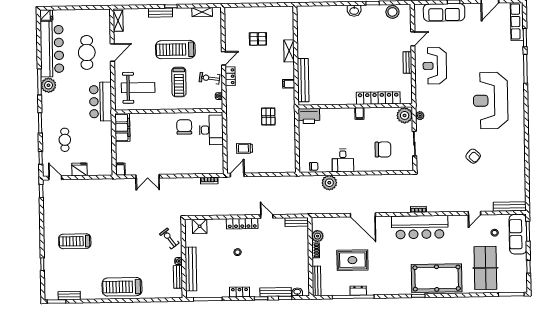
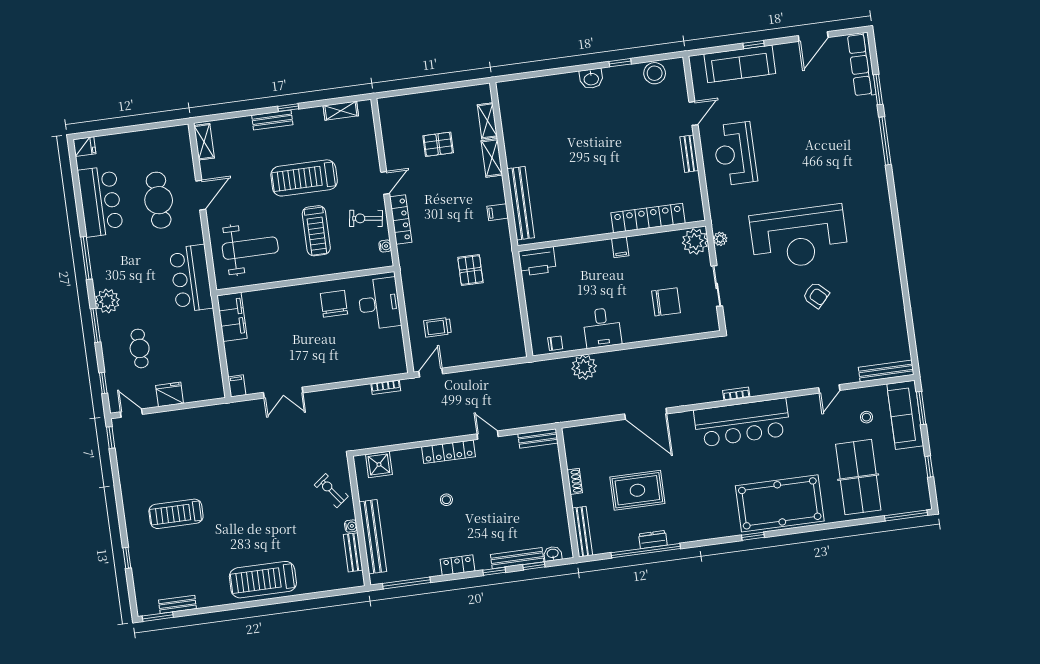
shelving: (289, 28) -> (487, 121), added
bar counter: (52, 49) -> (100, 201), width x0.73
locker: (230, 76) -> (401, 219), width x1.53
plant: (48, 85) -> (107, 301), moved
reception desk: (491, 101) -> (799, 237), moved, turned -90
plant: (318, 236) -> (575, 458), removed

